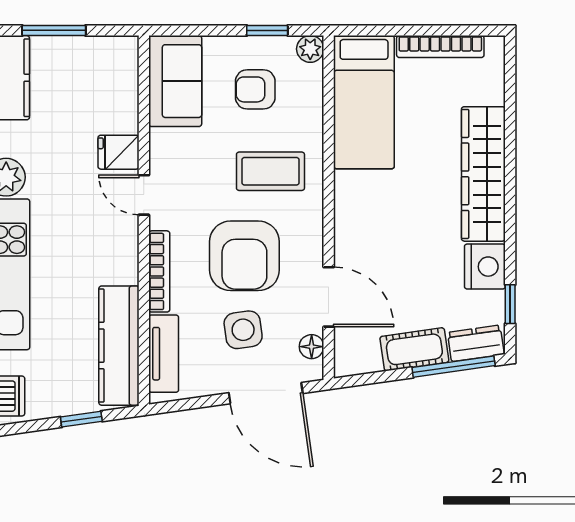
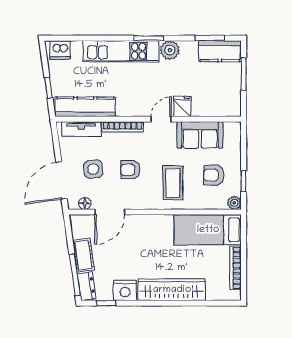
sofa: (175, 81) -> (200, 135), moved
armchair: (255, 89) -> (214, 175), turned -90
armchair: (244, 256) -> (130, 170), width x0.53, depth x0.53

